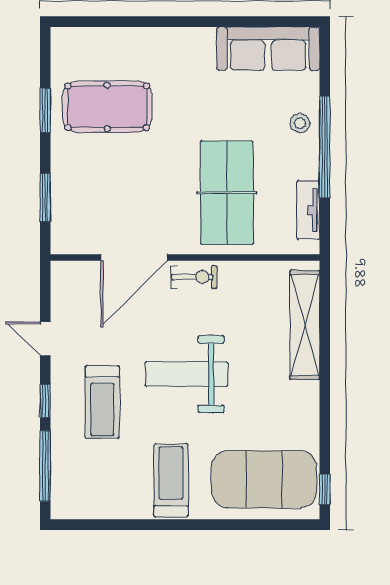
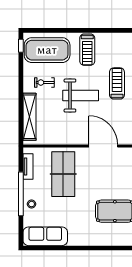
door: (134, 258) -> (103, 146), hinge flipped
exercise bike: (194, 277) -> (44, 83), moved

